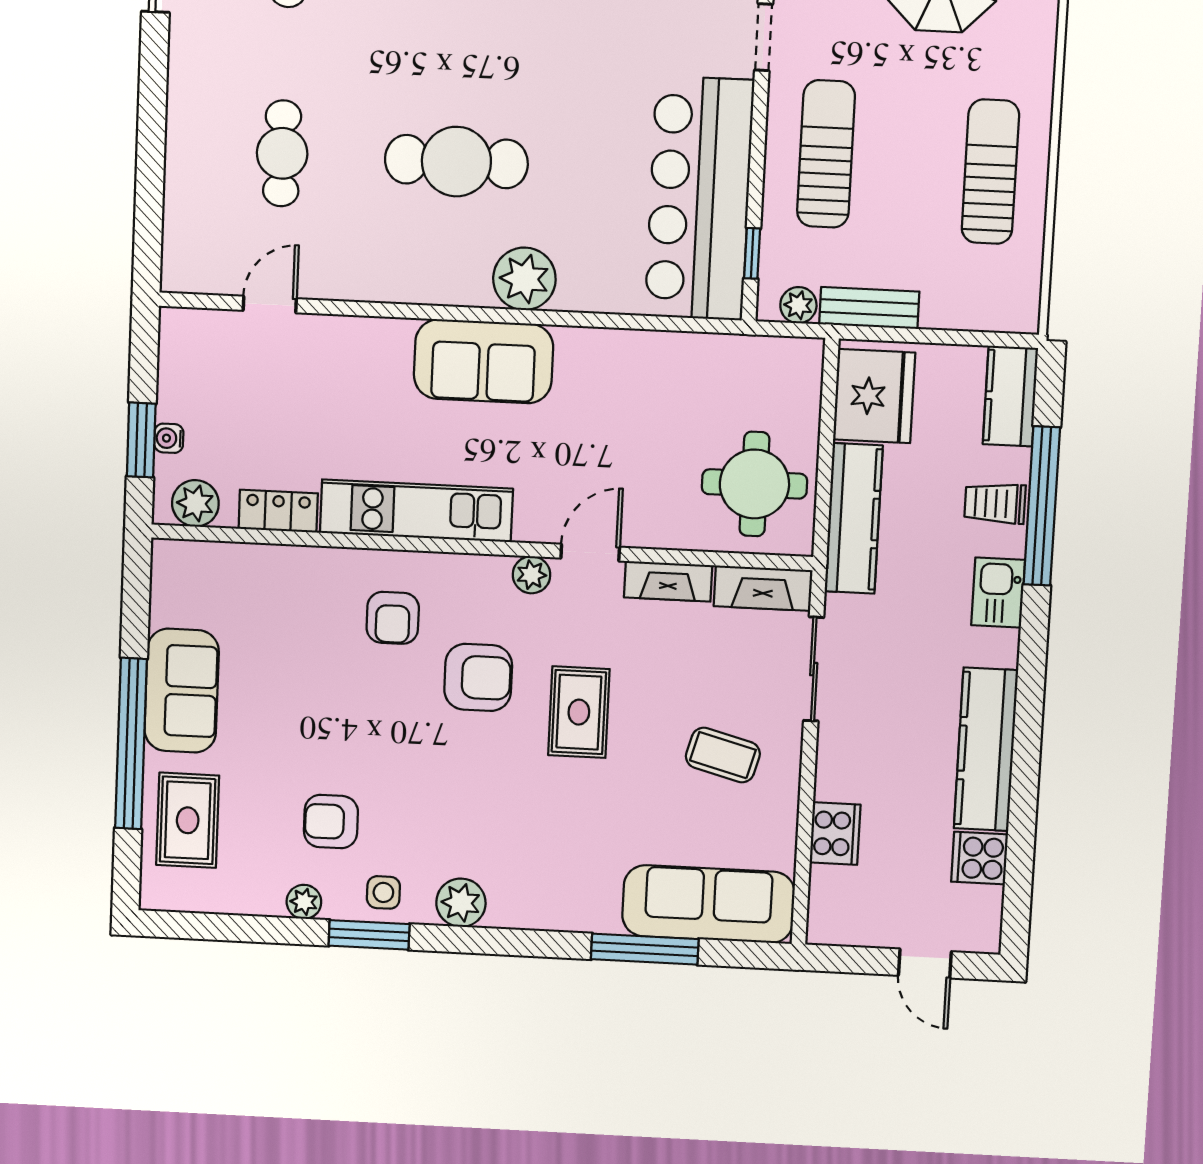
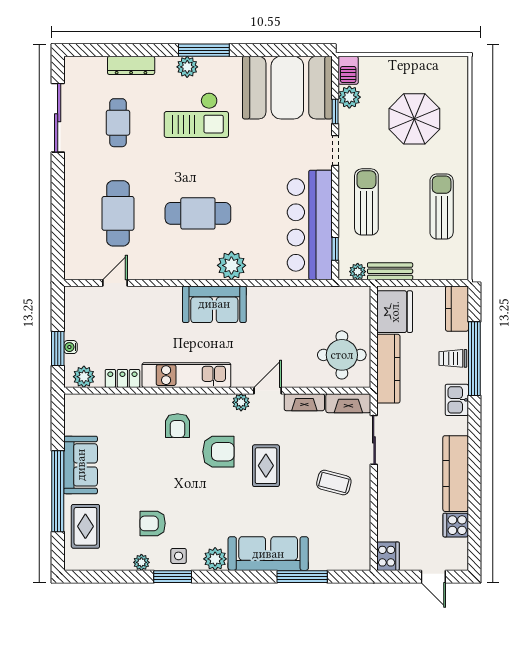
cafe table: (282, 153) -> (118, 213), width x1.37, depth x1.35
cooker: (835, 834) -> (388, 556), moved
sofa: (708, 904) -> (268, 554), moved

